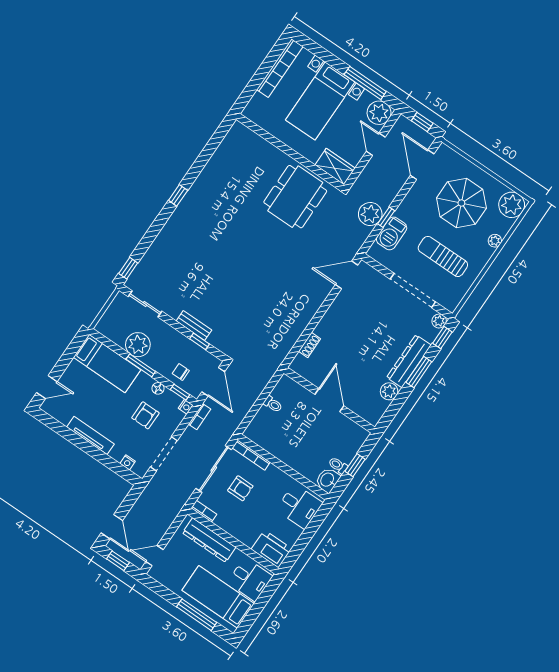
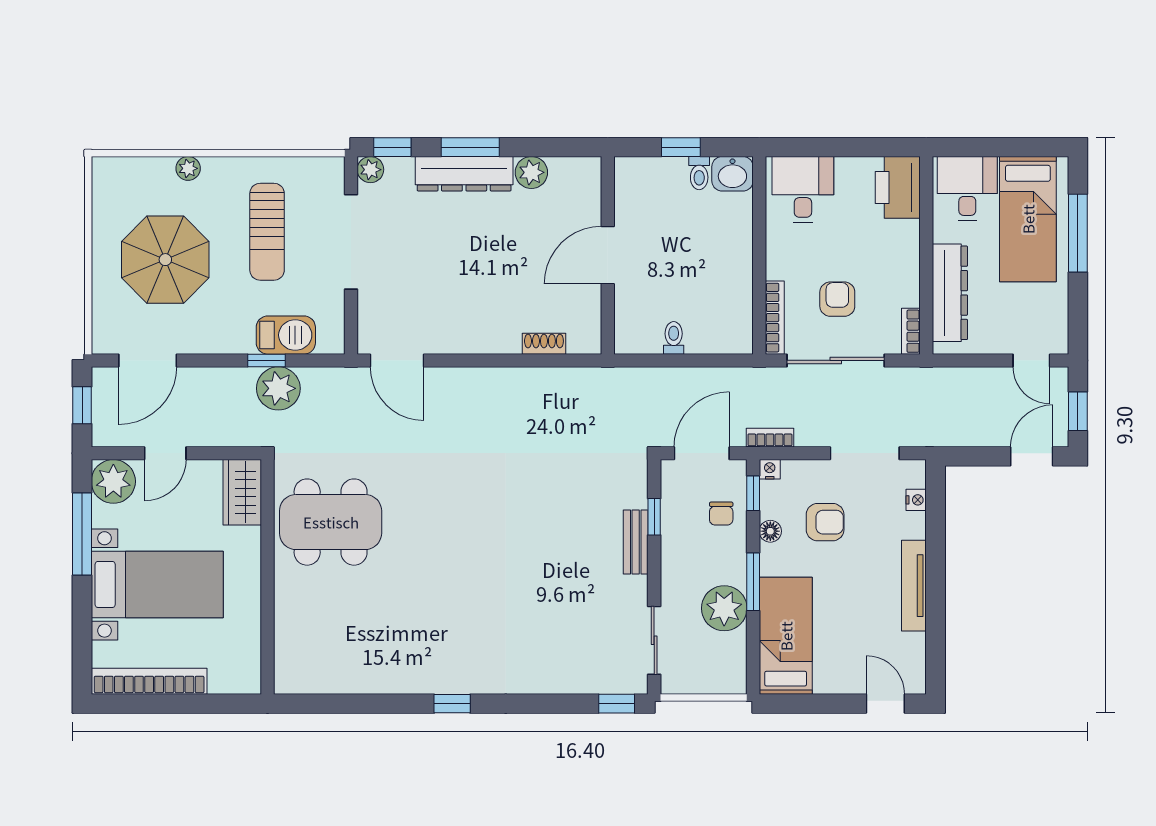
plant: (512, 205) -> (115, 180), removed

